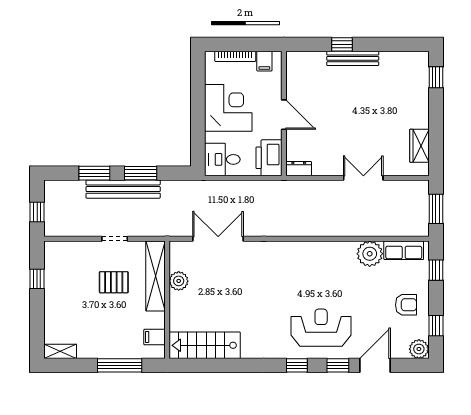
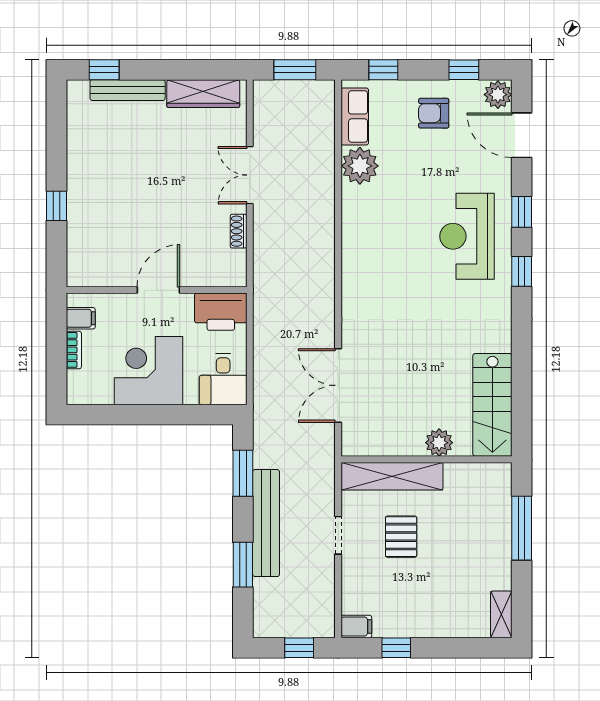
bookcase: (235, 56) -> (74, 350), width x0.64
bench: (353, 58) -> (128, 90), moved, turned 90
wardrobe: (420, 146) -> (203, 94), width x1.50
dresser: (299, 169) -> (236, 269), removed
shoe rack: (325, 170) -> (239, 231), added
window: (141, 173) -> (243, 473), moved
plant: (179, 281) -> (439, 443), moved
armchair: (406, 305) -> (434, 113), turned -90
filing cabinet: (155, 337) -> (356, 626), moved, turned -90
door: (375, 365) -> (522, 135), moved

